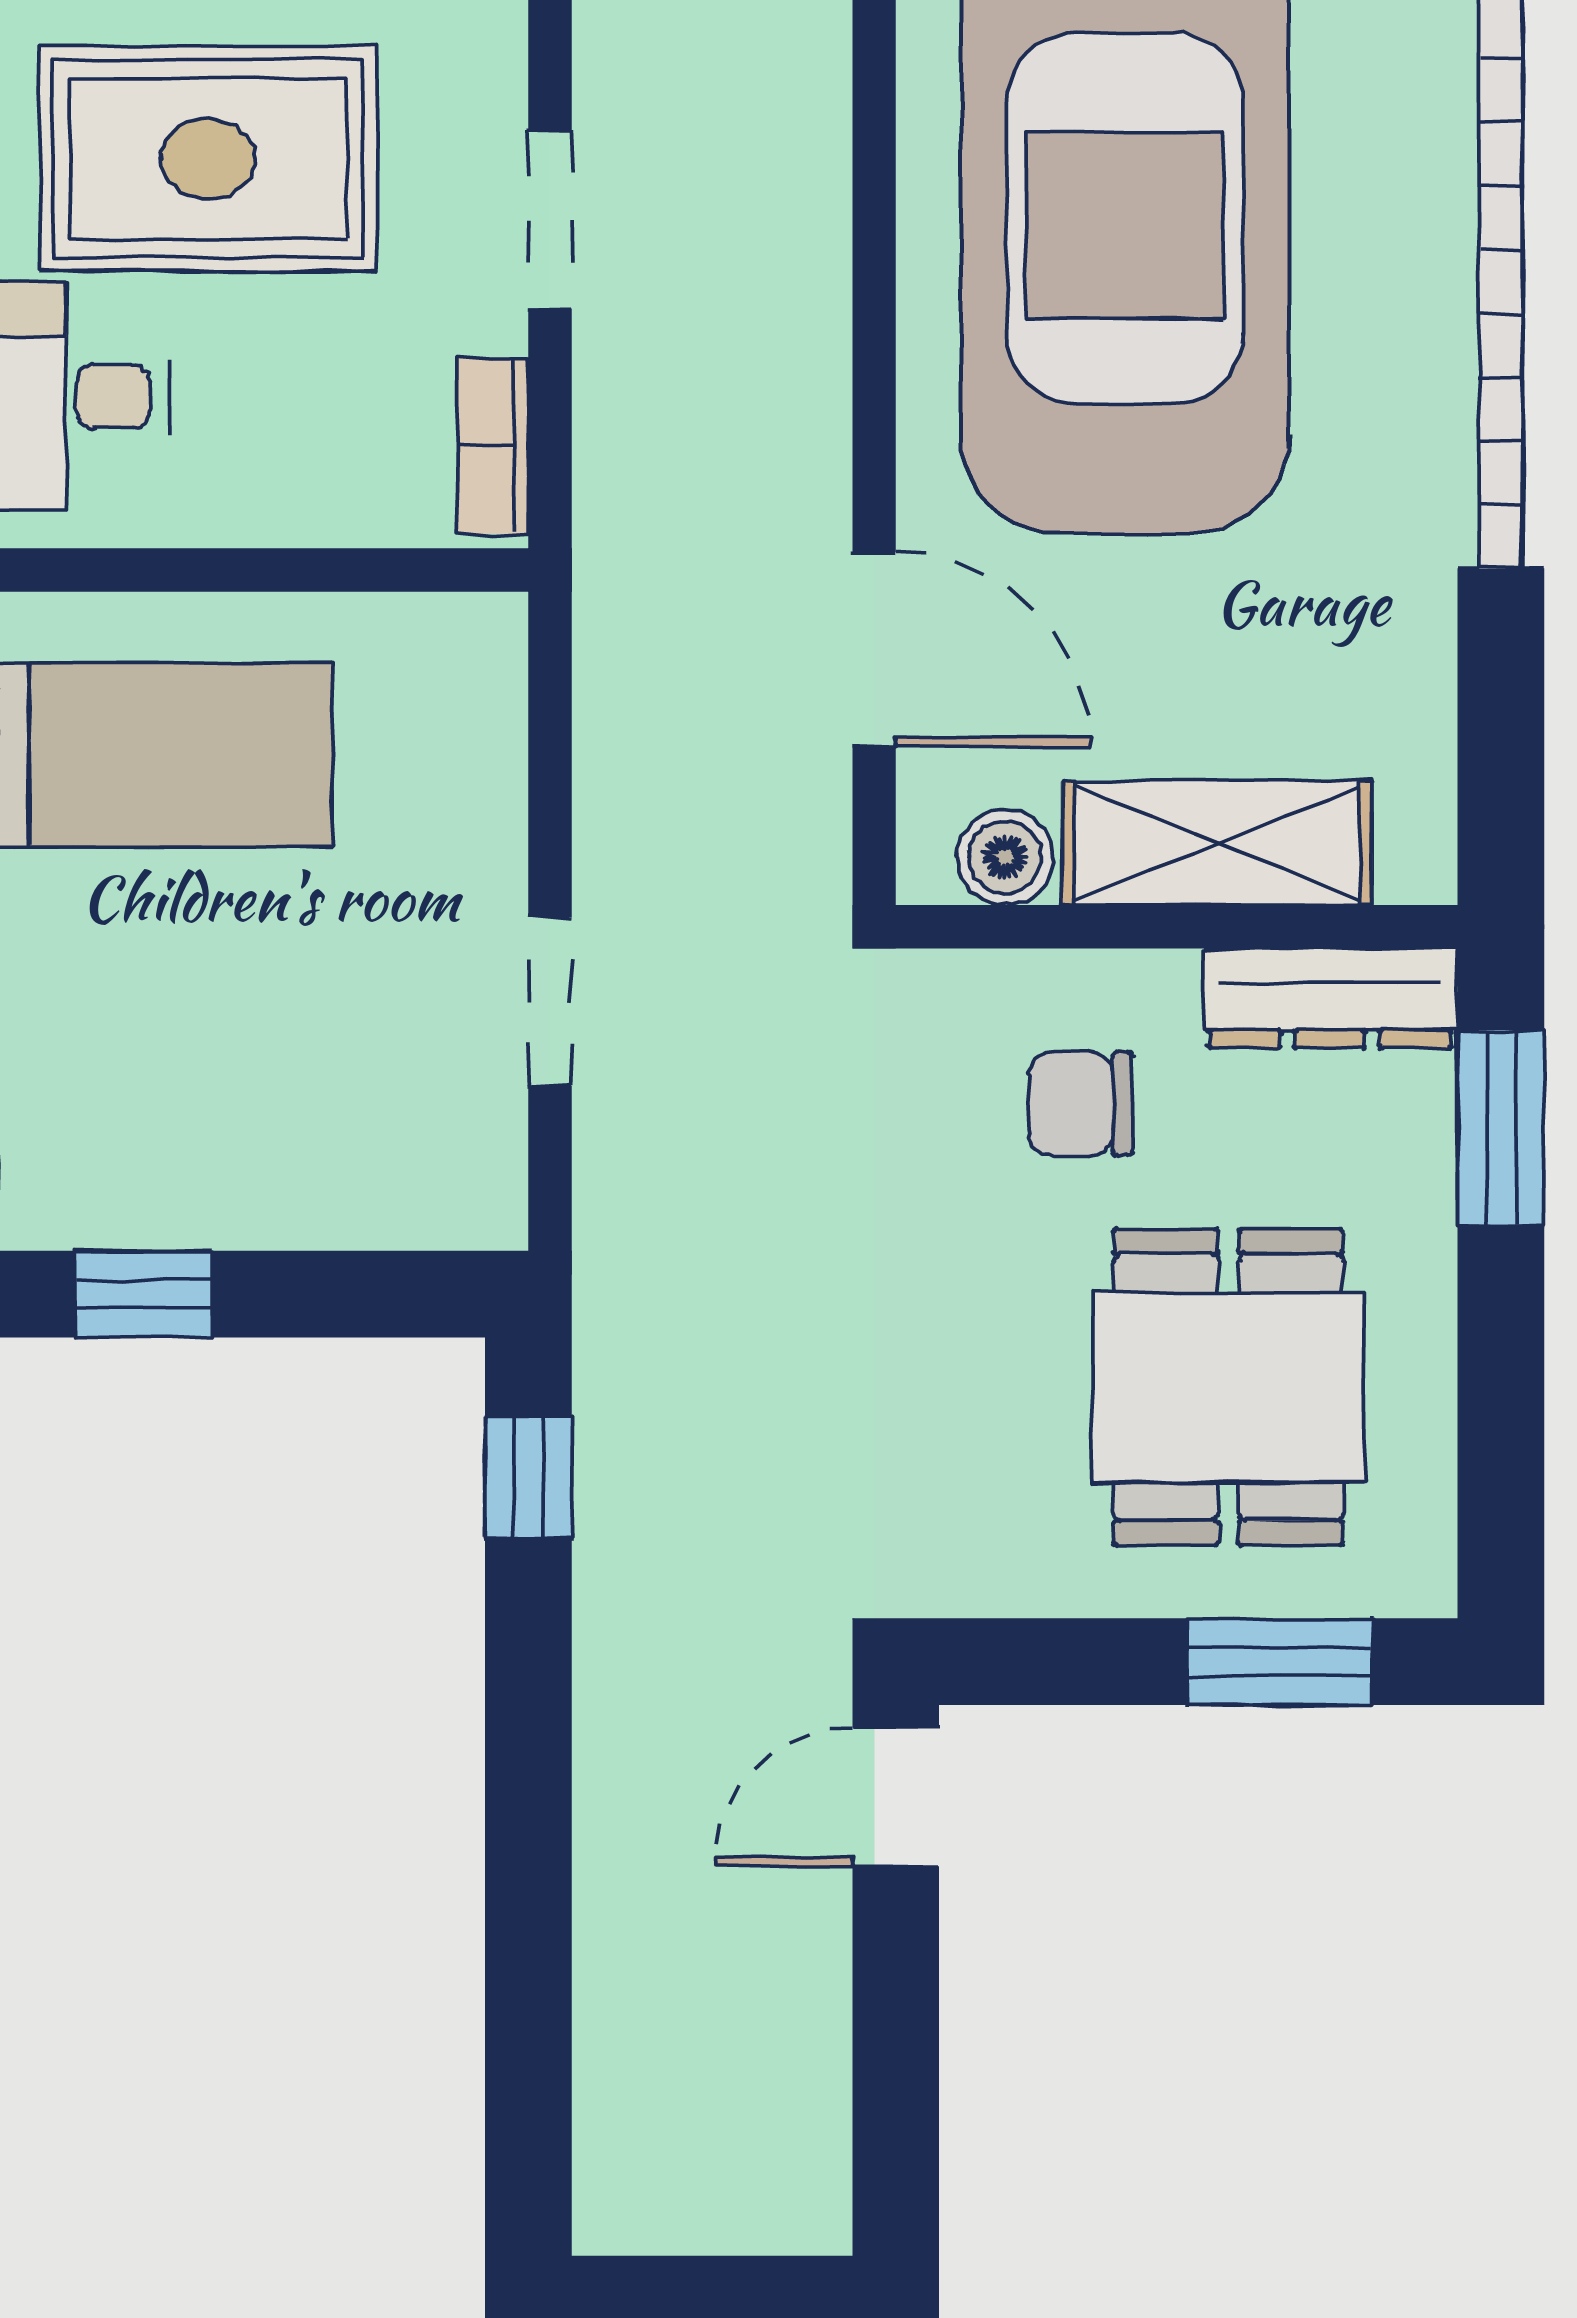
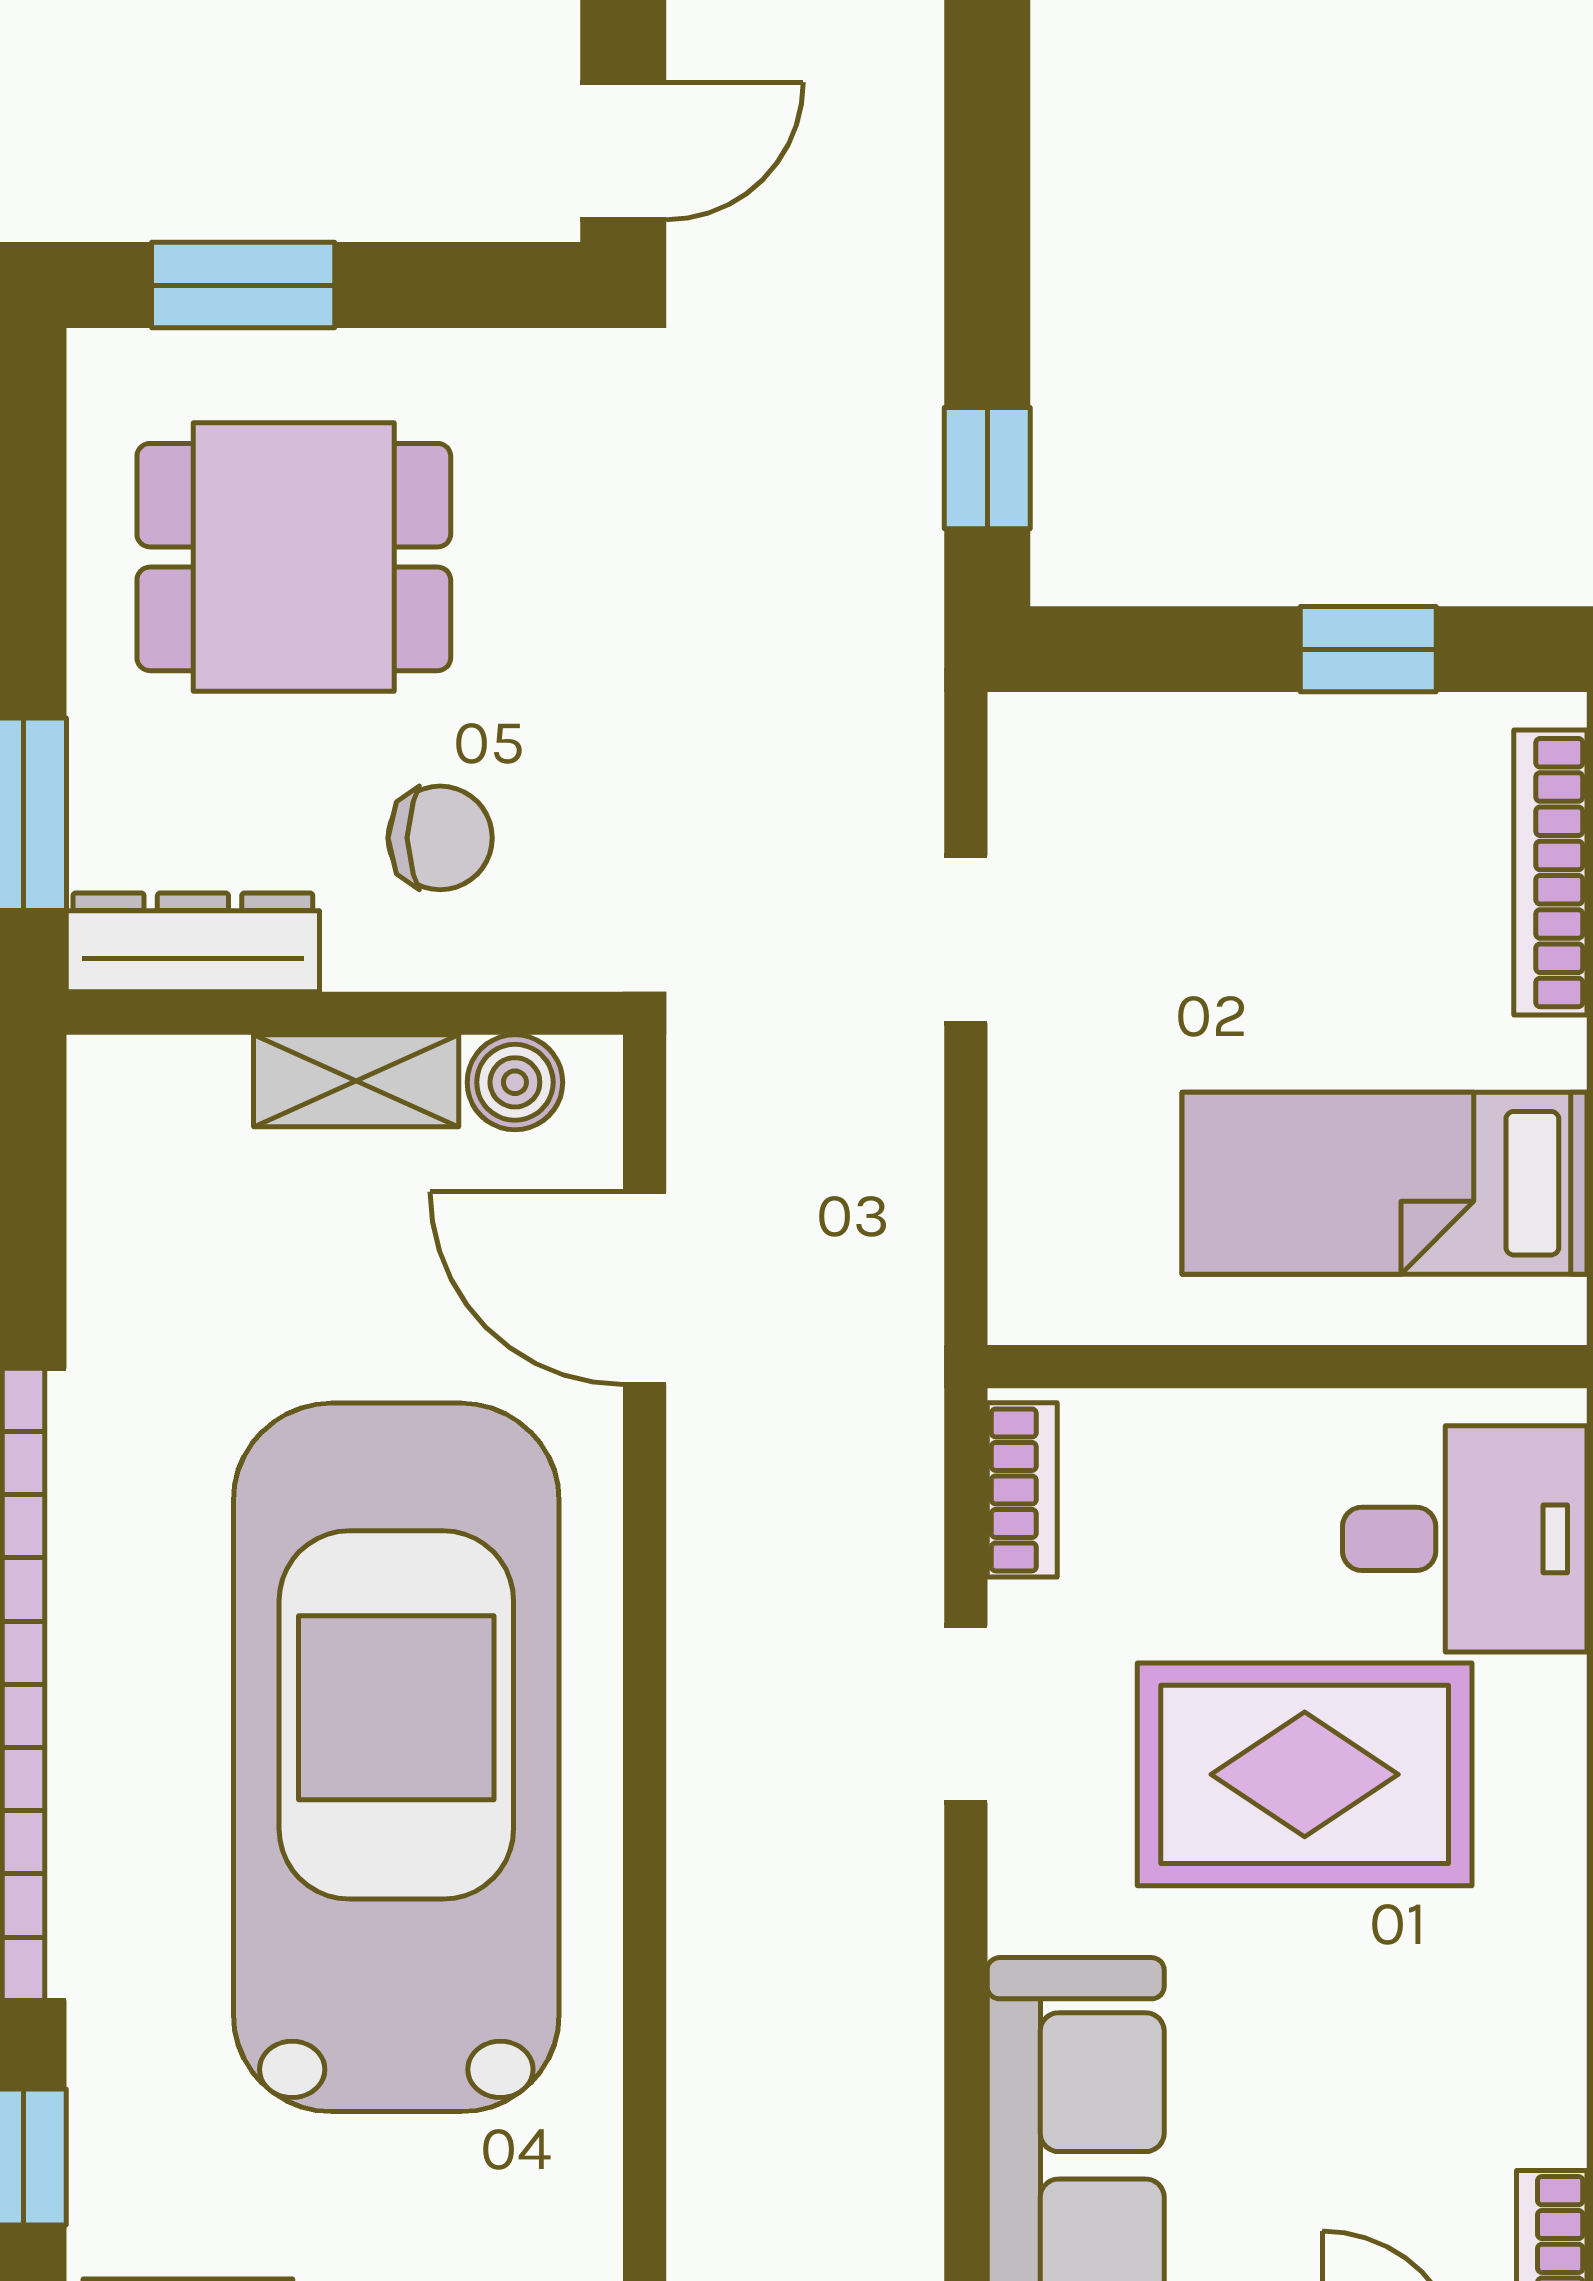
shelving: (1217, 843) -> (356, 1081), width x0.67, depth x0.75
dining table: (1228, 1387) -> (294, 557), turned 90

